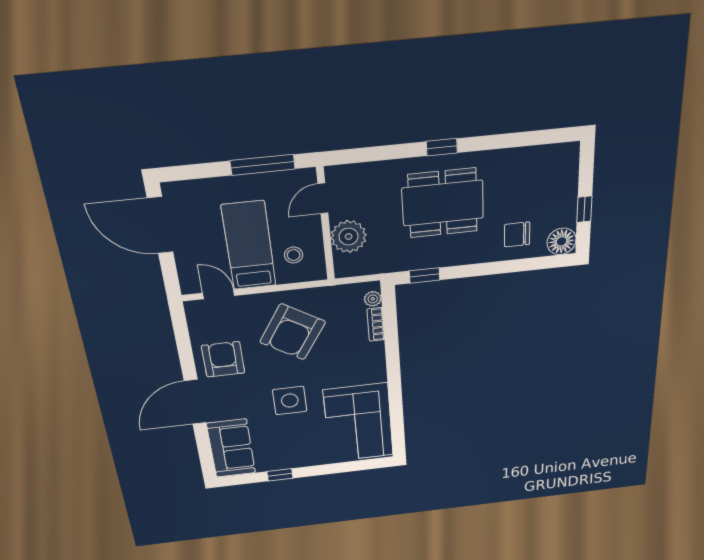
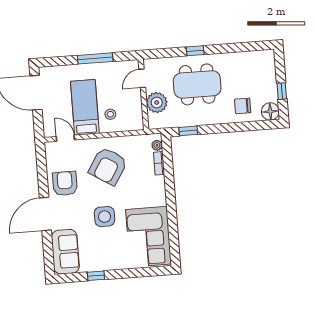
door: (323, 198) -> (142, 78), moved
wall: (326, 225) -> (143, 94), moved
plant: (349, 237) -> (157, 102), moved

